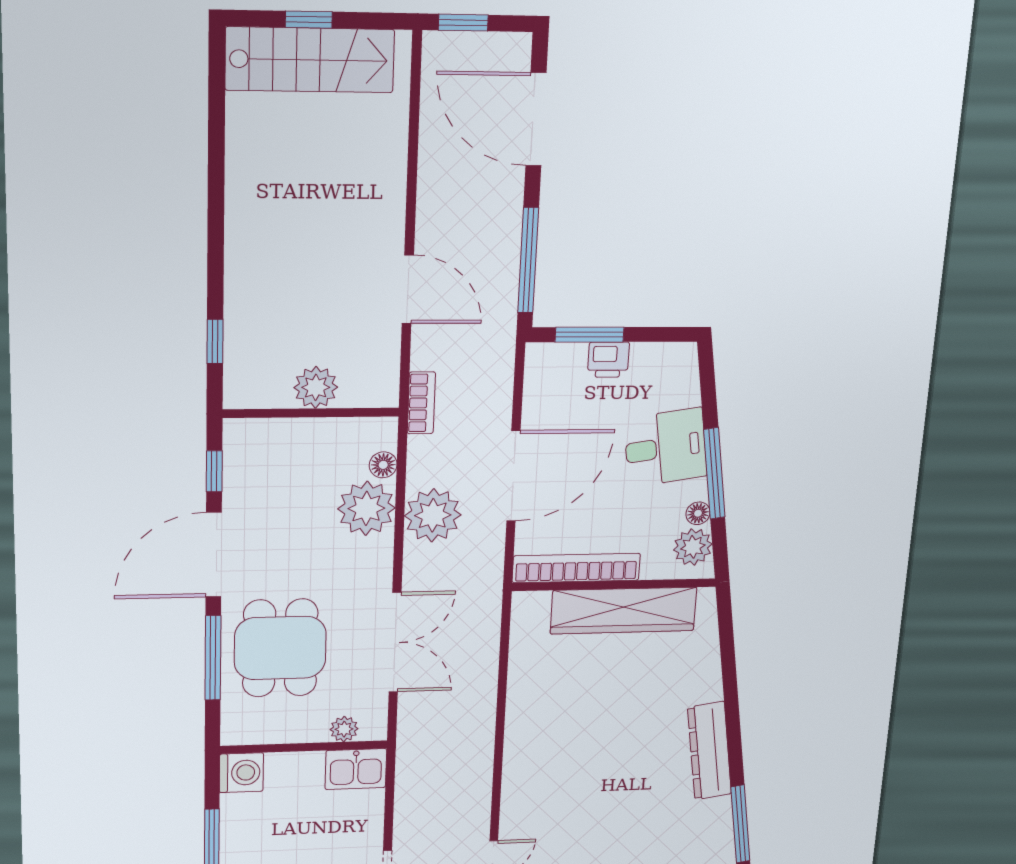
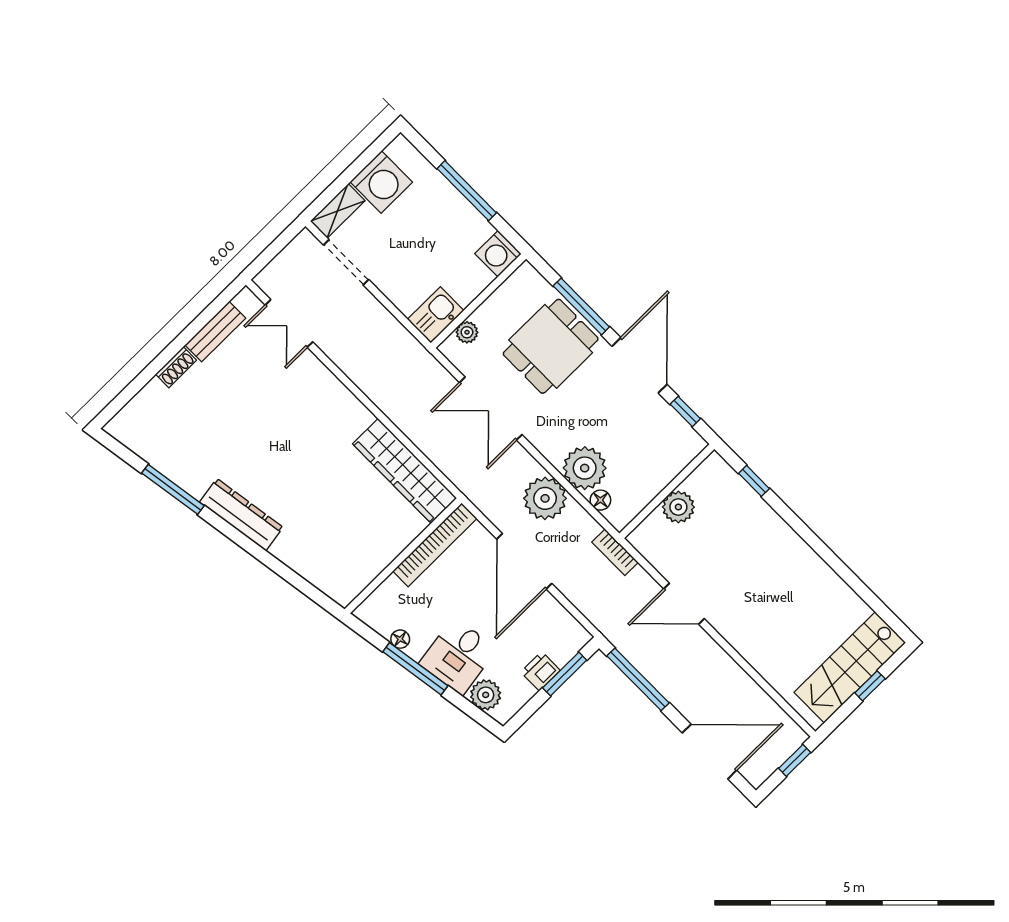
plant: (693, 547) -> (486, 695), moved
wardrobe: (624, 611) -> (405, 471), moved, turned -90
dining table: (280, 648) -> (551, 346), turned 90

